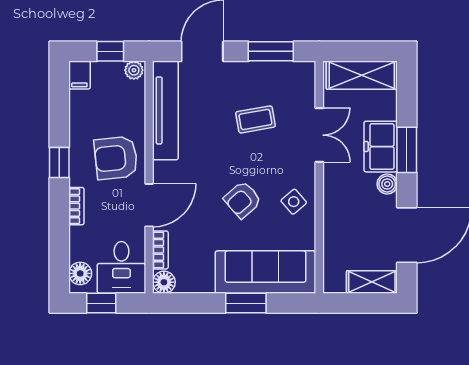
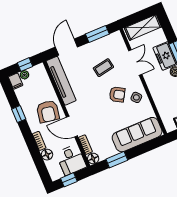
plant: (134, 70) -> (24, 75), moved
armchair: (116, 158) -> (48, 112), turned -74
window: (59, 163) -> (19, 114), moved
armchair: (242, 200) -> (117, 94), moved, turned -108
door: (149, 205) -> (72, 127), swing flipped
floor lamp: (80, 273) -> (47, 155), moved
window: (246, 303) -> (117, 160), moved

